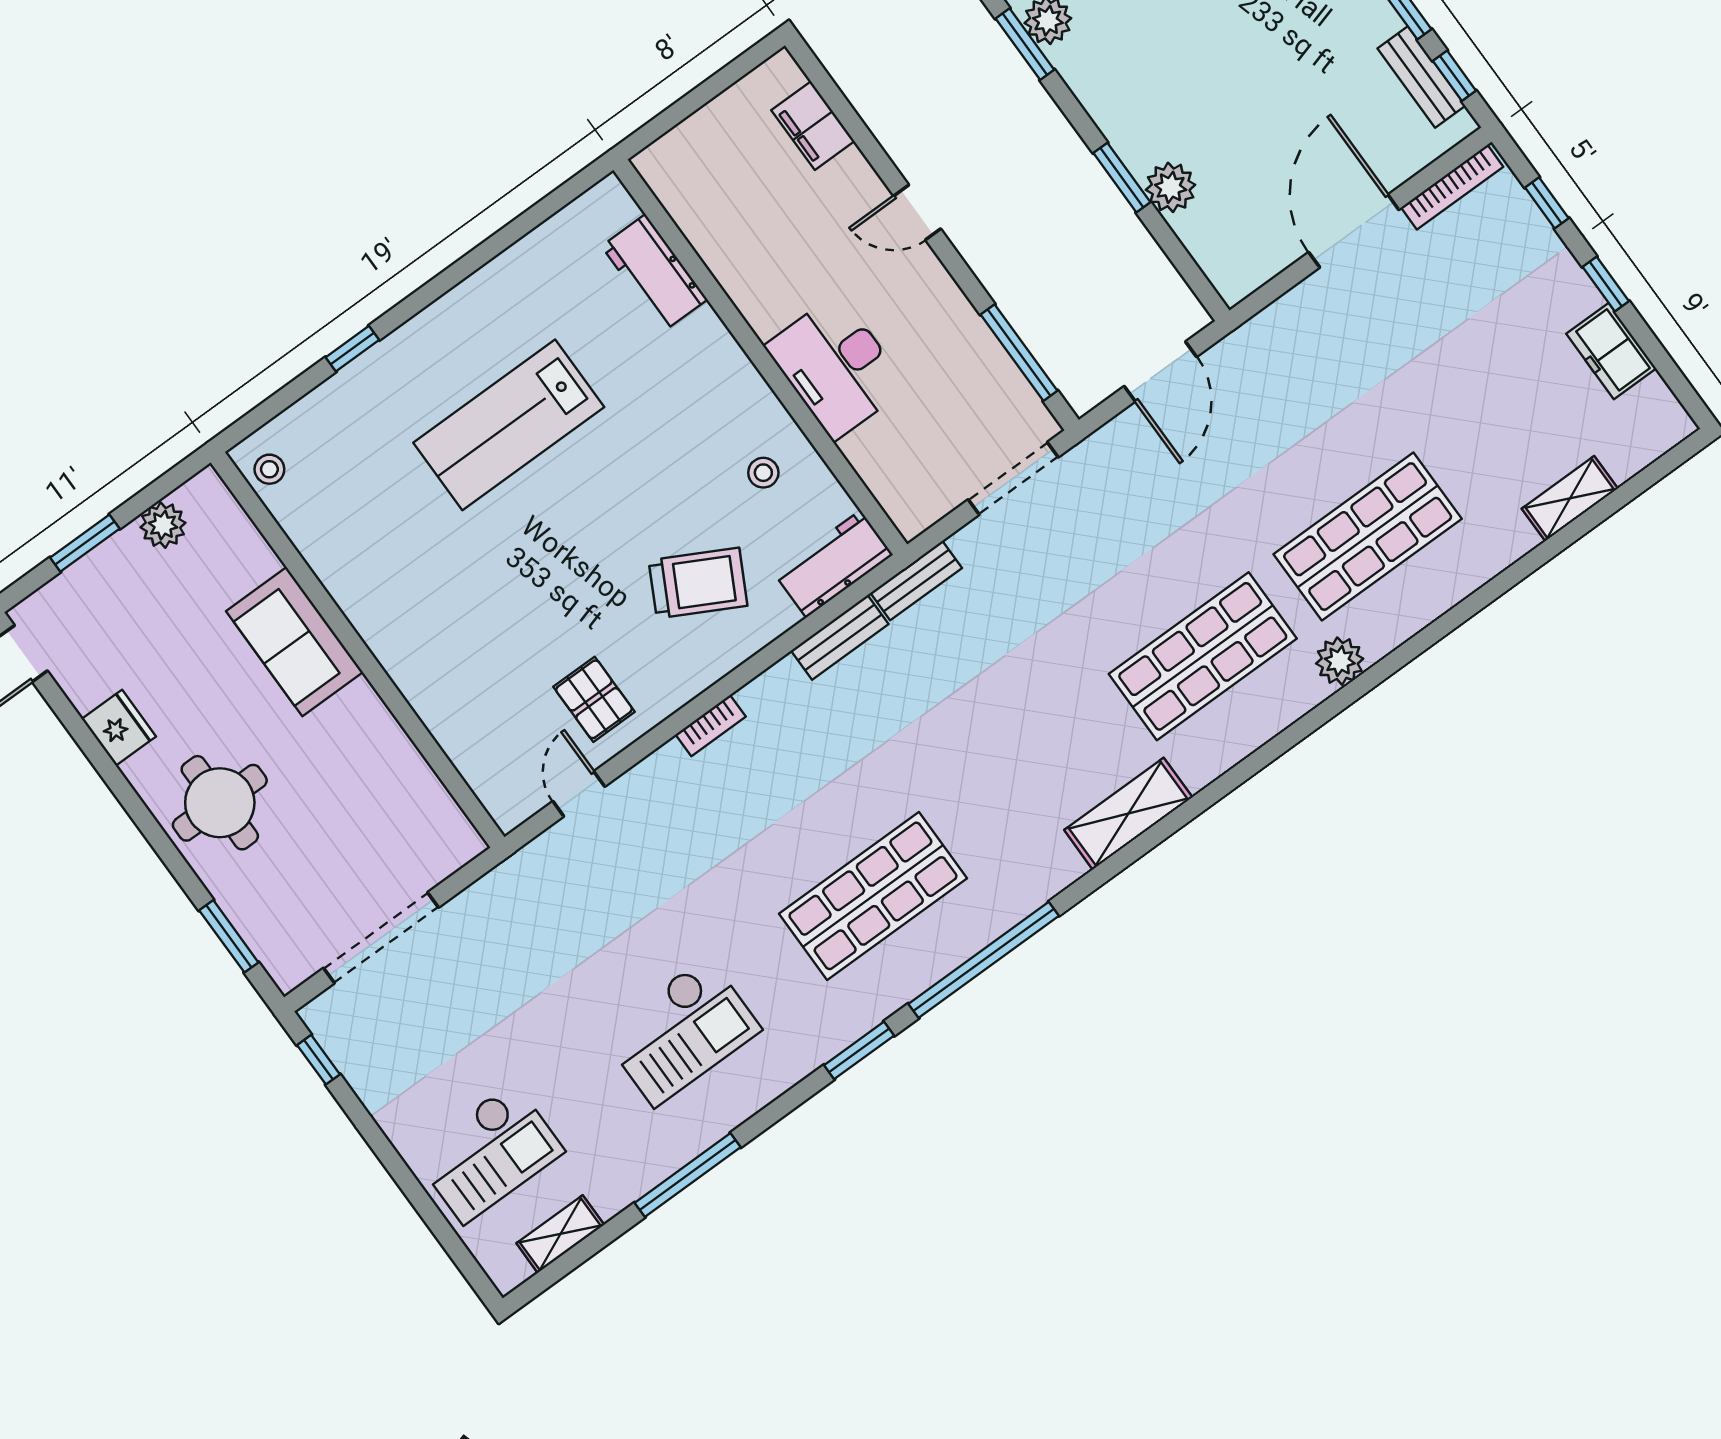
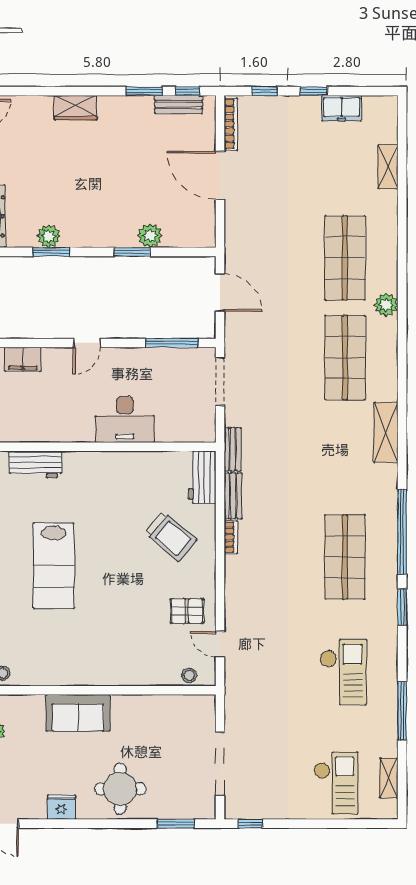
stool: (763, 473) -> (189, 675), moved
trolley: (698, 583) -> (171, 536), turned 102
bookcase: (711, 726) -> (231, 537), moved

